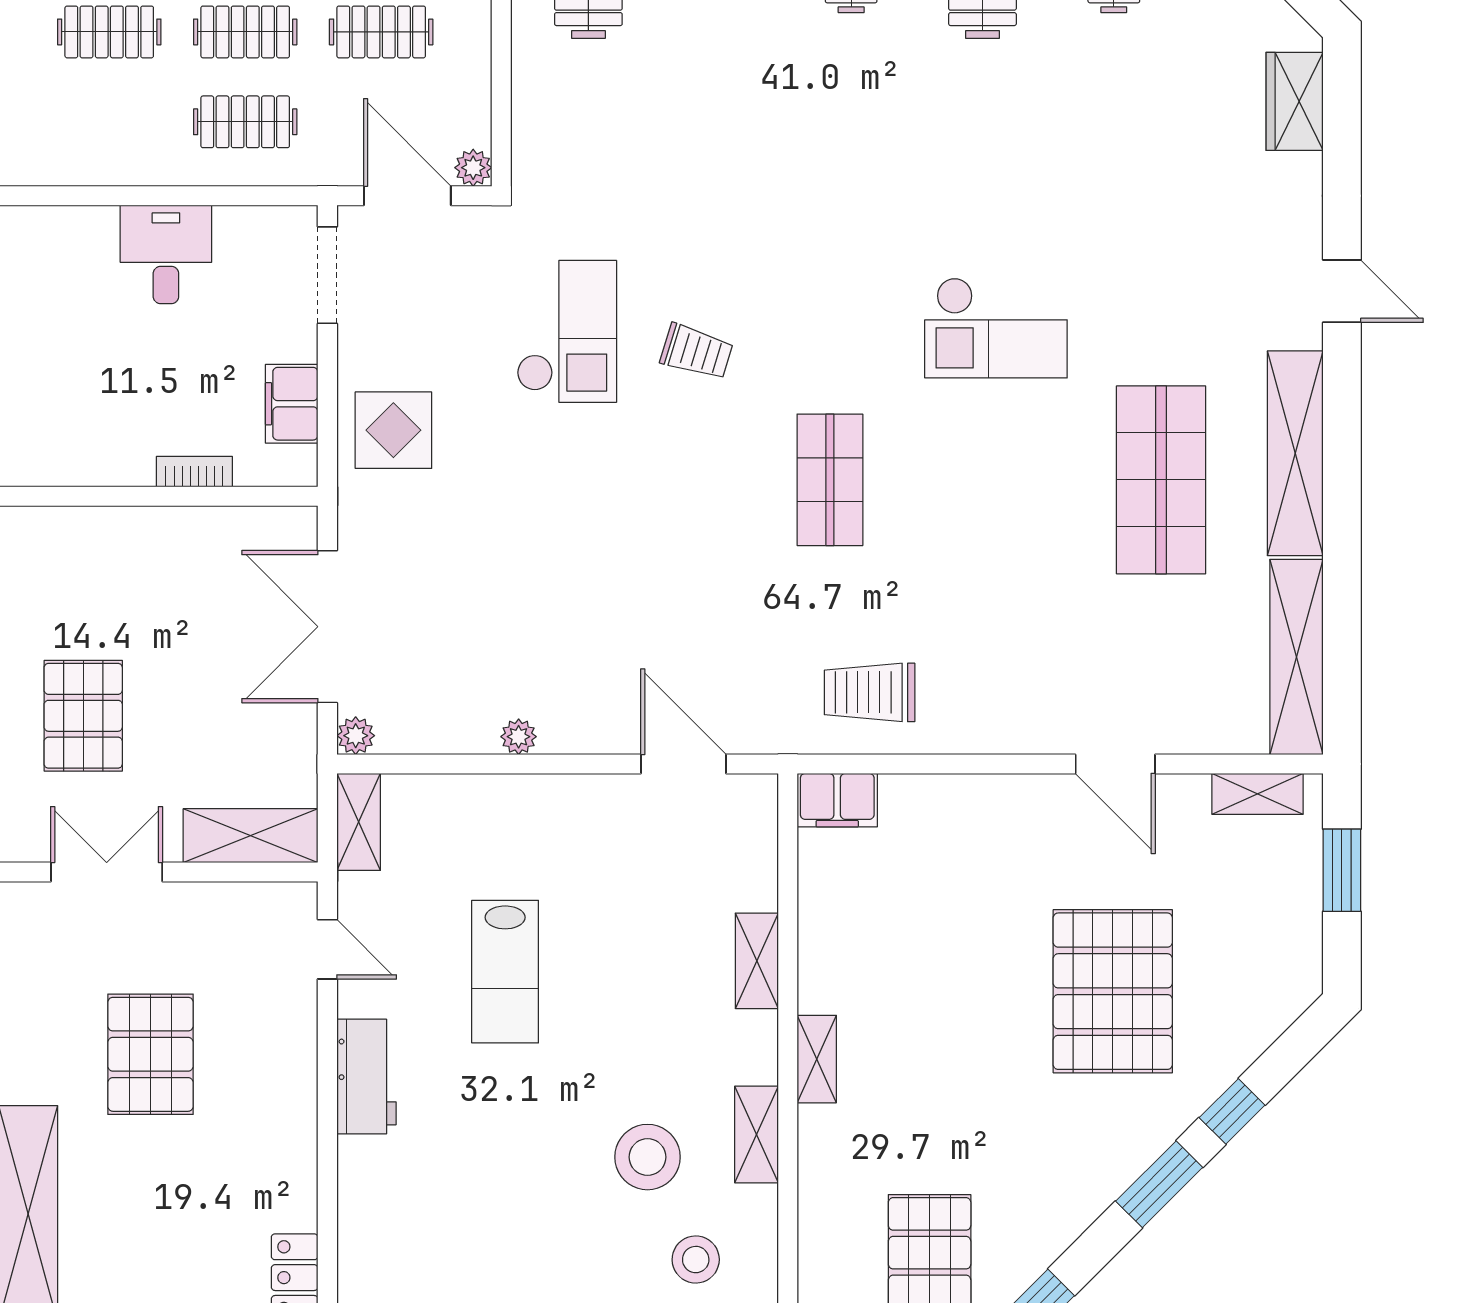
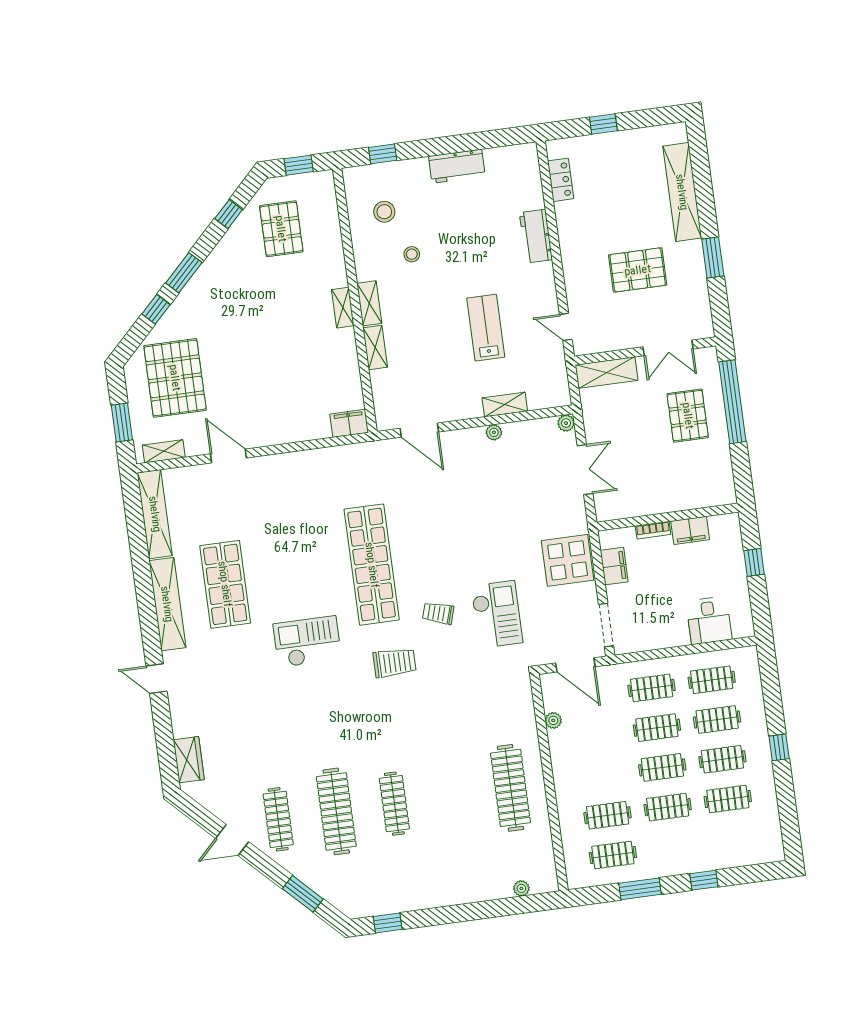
clothes rail: (381, 32) -> (712, 680), moved
plant: (473, 168) -> (553, 720), moved
desk: (166, 254) -> (709, 620), moved
checkout: (567, 331) -> (497, 614), turned 180
display table: (393, 430) -> (568, 560), width x1.36, depth x1.36
filing cabinet: (112, 460) -> (690, 530), added
shop shelf: (830, 480) -> (372, 565), width x2.00, depth x1.36
double door: (327, 627) -> (585, 470), width x0.73
trolley: (870, 692) -> (394, 663), moved
shelving: (359, 822) -> (505, 405), moved, turned 90
pallet: (1113, 991) -> (175, 378), moved
pallet: (151, 1054) -> (638, 270), turned 90
workbench: (366, 1077) -> (536, 236), moved
shelving: (756, 1135) -> (369, 303), moved
stool: (647, 1157) -> (412, 254), width x0.53, depth x0.53

